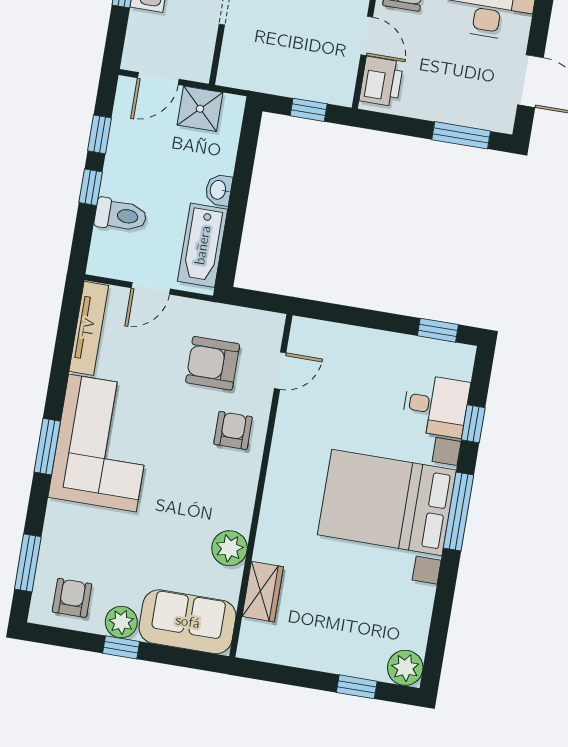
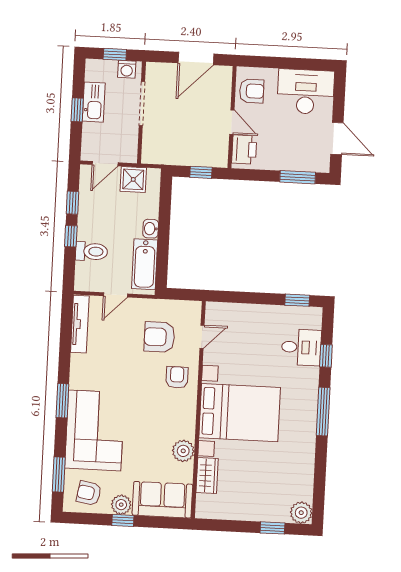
corner sofa: (102, 443) -> (95, 430), moved
bed with nightstands: (387, 502) -> (240, 413), moved, turned 180
armchair: (72, 598) -> (89, 493), turned -80

